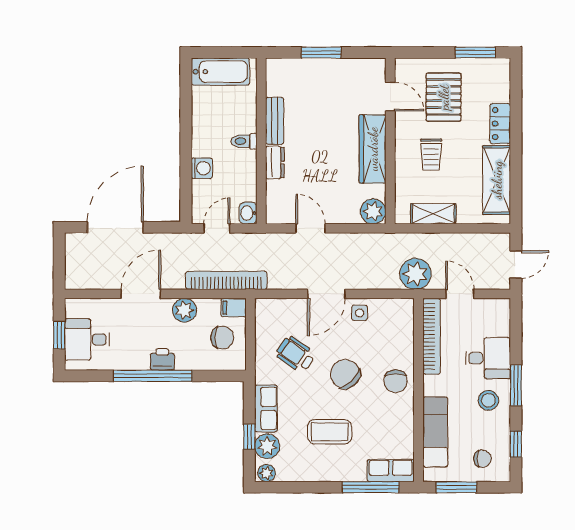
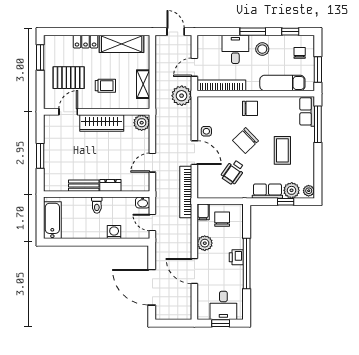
bookcase: (226, 280) -> (186, 192), moved

